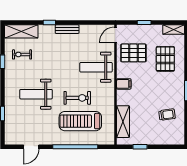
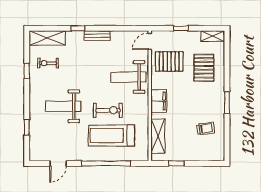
filing cabinet: (124, 84) -> (159, 101), width x2.00

